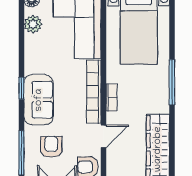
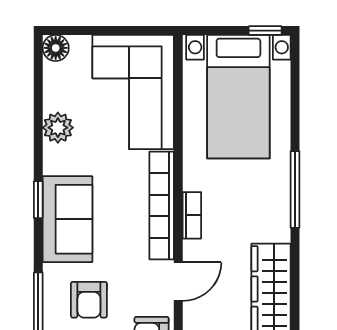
plant: (33, 24) -> (58, 128), moved
armchair: (51, 147) -> (89, 300), turned 180

